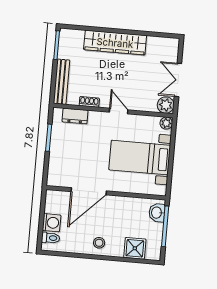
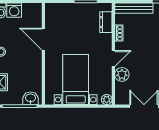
plant: (166, 105) -> (122, 74), moved
door: (89, 191) -> (43, 39), width x0.73

